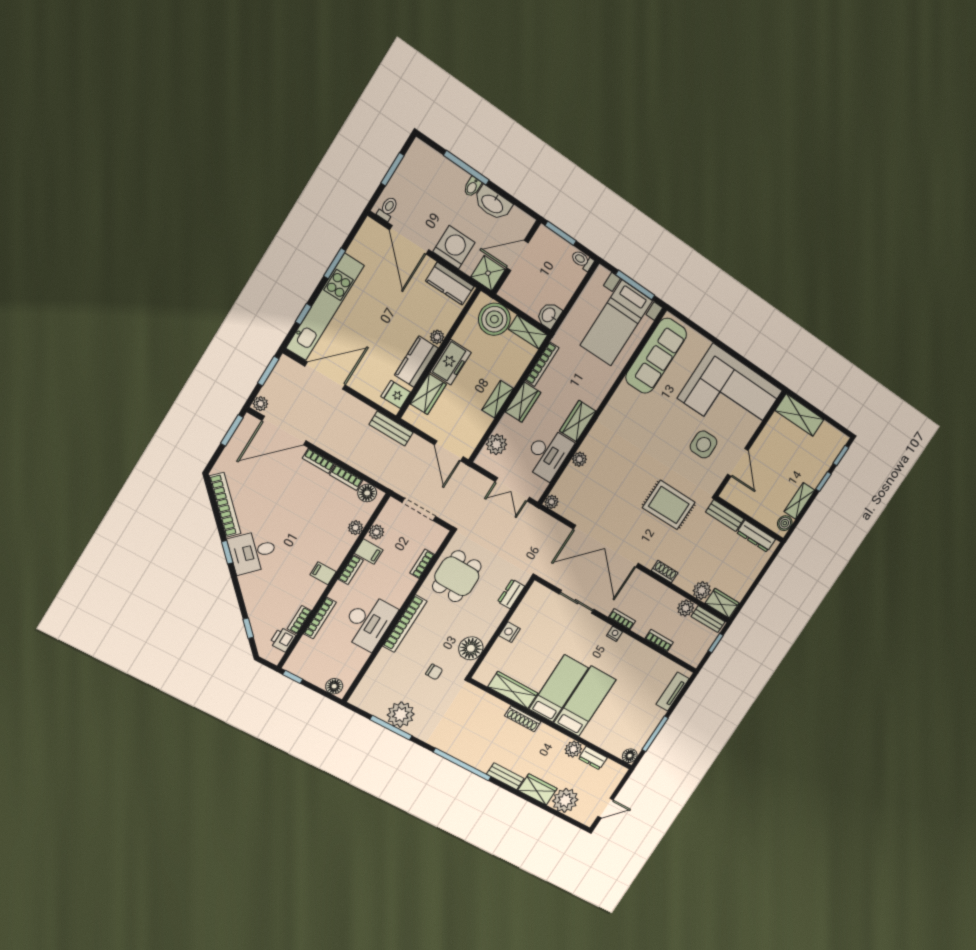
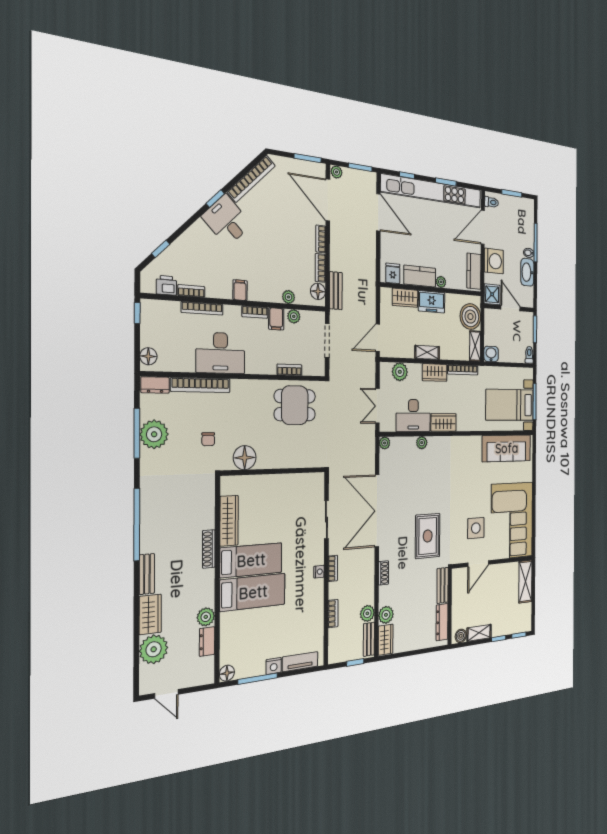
kitchen unit: (325, 307) -> (432, 191), width x1.36
bench: (391, 429) -> (336, 291), moved
dresser: (511, 594) -> (155, 385), moved, turned 180
bookcase: (405, 624) -> (201, 385), moved
nightstand: (510, 632) -> (274, 666), moved, turned 180

